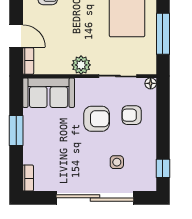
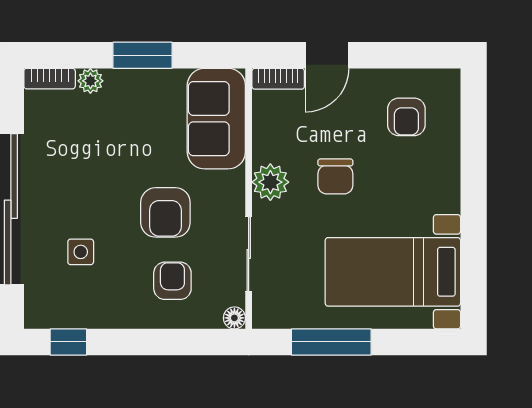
chair: (78, 32) -> (335, 176), added
plant: (29, 157) -> (90, 81), added

